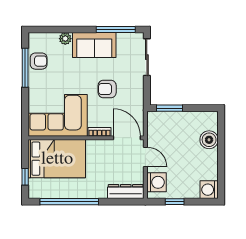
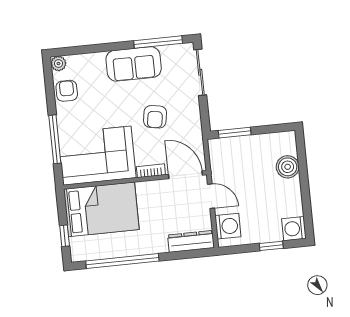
plant: (65, 39) -> (58, 63), moved
armchair: (39, 61) -> (67, 91), turned -90
window: (25, 68) -> (55, 139), moved
armchair: (107, 89) -> (155, 117), turned -81
window: (175, 202) -> (271, 246), moved

